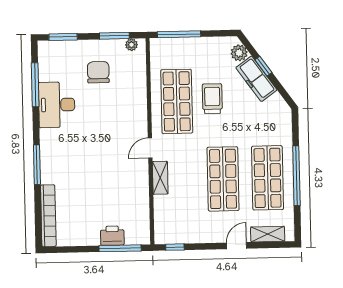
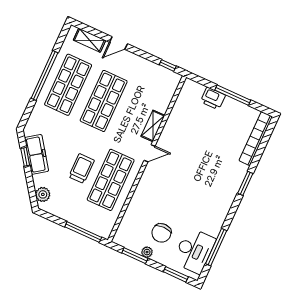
plant: (131, 45) -> (147, 252), moved
window: (263, 66) -> (25, 157), moved
freezer: (256, 79) -> (37, 154), moved
trolley: (212, 99) -> (82, 169), turned 180
desk: (57, 105) -> (194, 251), moved
window: (37, 165) -> (245, 183), width x0.69
window: (120, 248) -> (233, 95), moved

